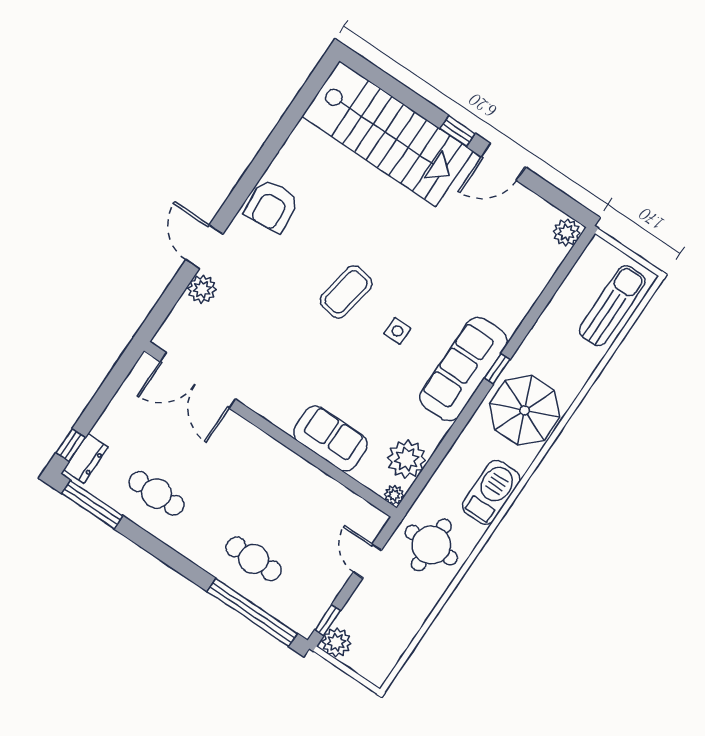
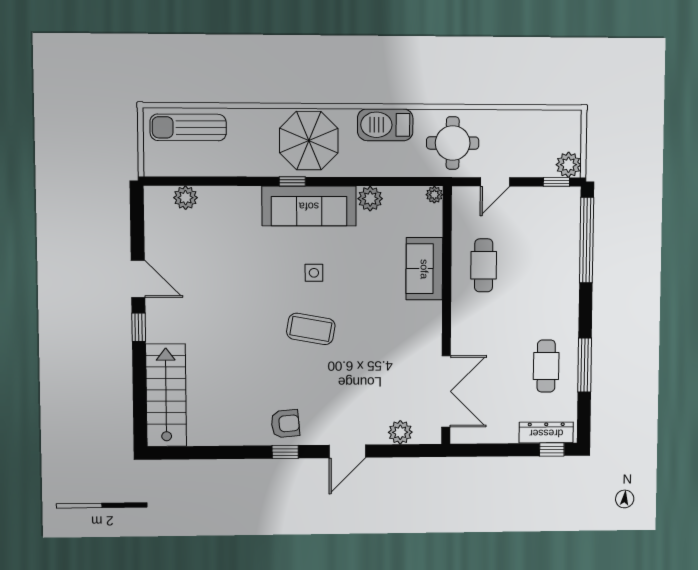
stairs: (388, 134) -> (166, 395), width x0.73, depth x0.66
window: (245, 187) -> (285, 452), added
armchair: (272, 206) -> (285, 424), width x0.72, depth x0.72
plant: (567, 233) -> (186, 198), moved
plant: (202, 289) -> (400, 432), moved
dresser: (86, 458) -> (546, 433), width x1.44
plant: (407, 459) -> (370, 199), moved, width x0.73, depth x0.73
window: (92, 505) -> (585, 365), moved
cafe table: (254, 559) -> (484, 265), moved

